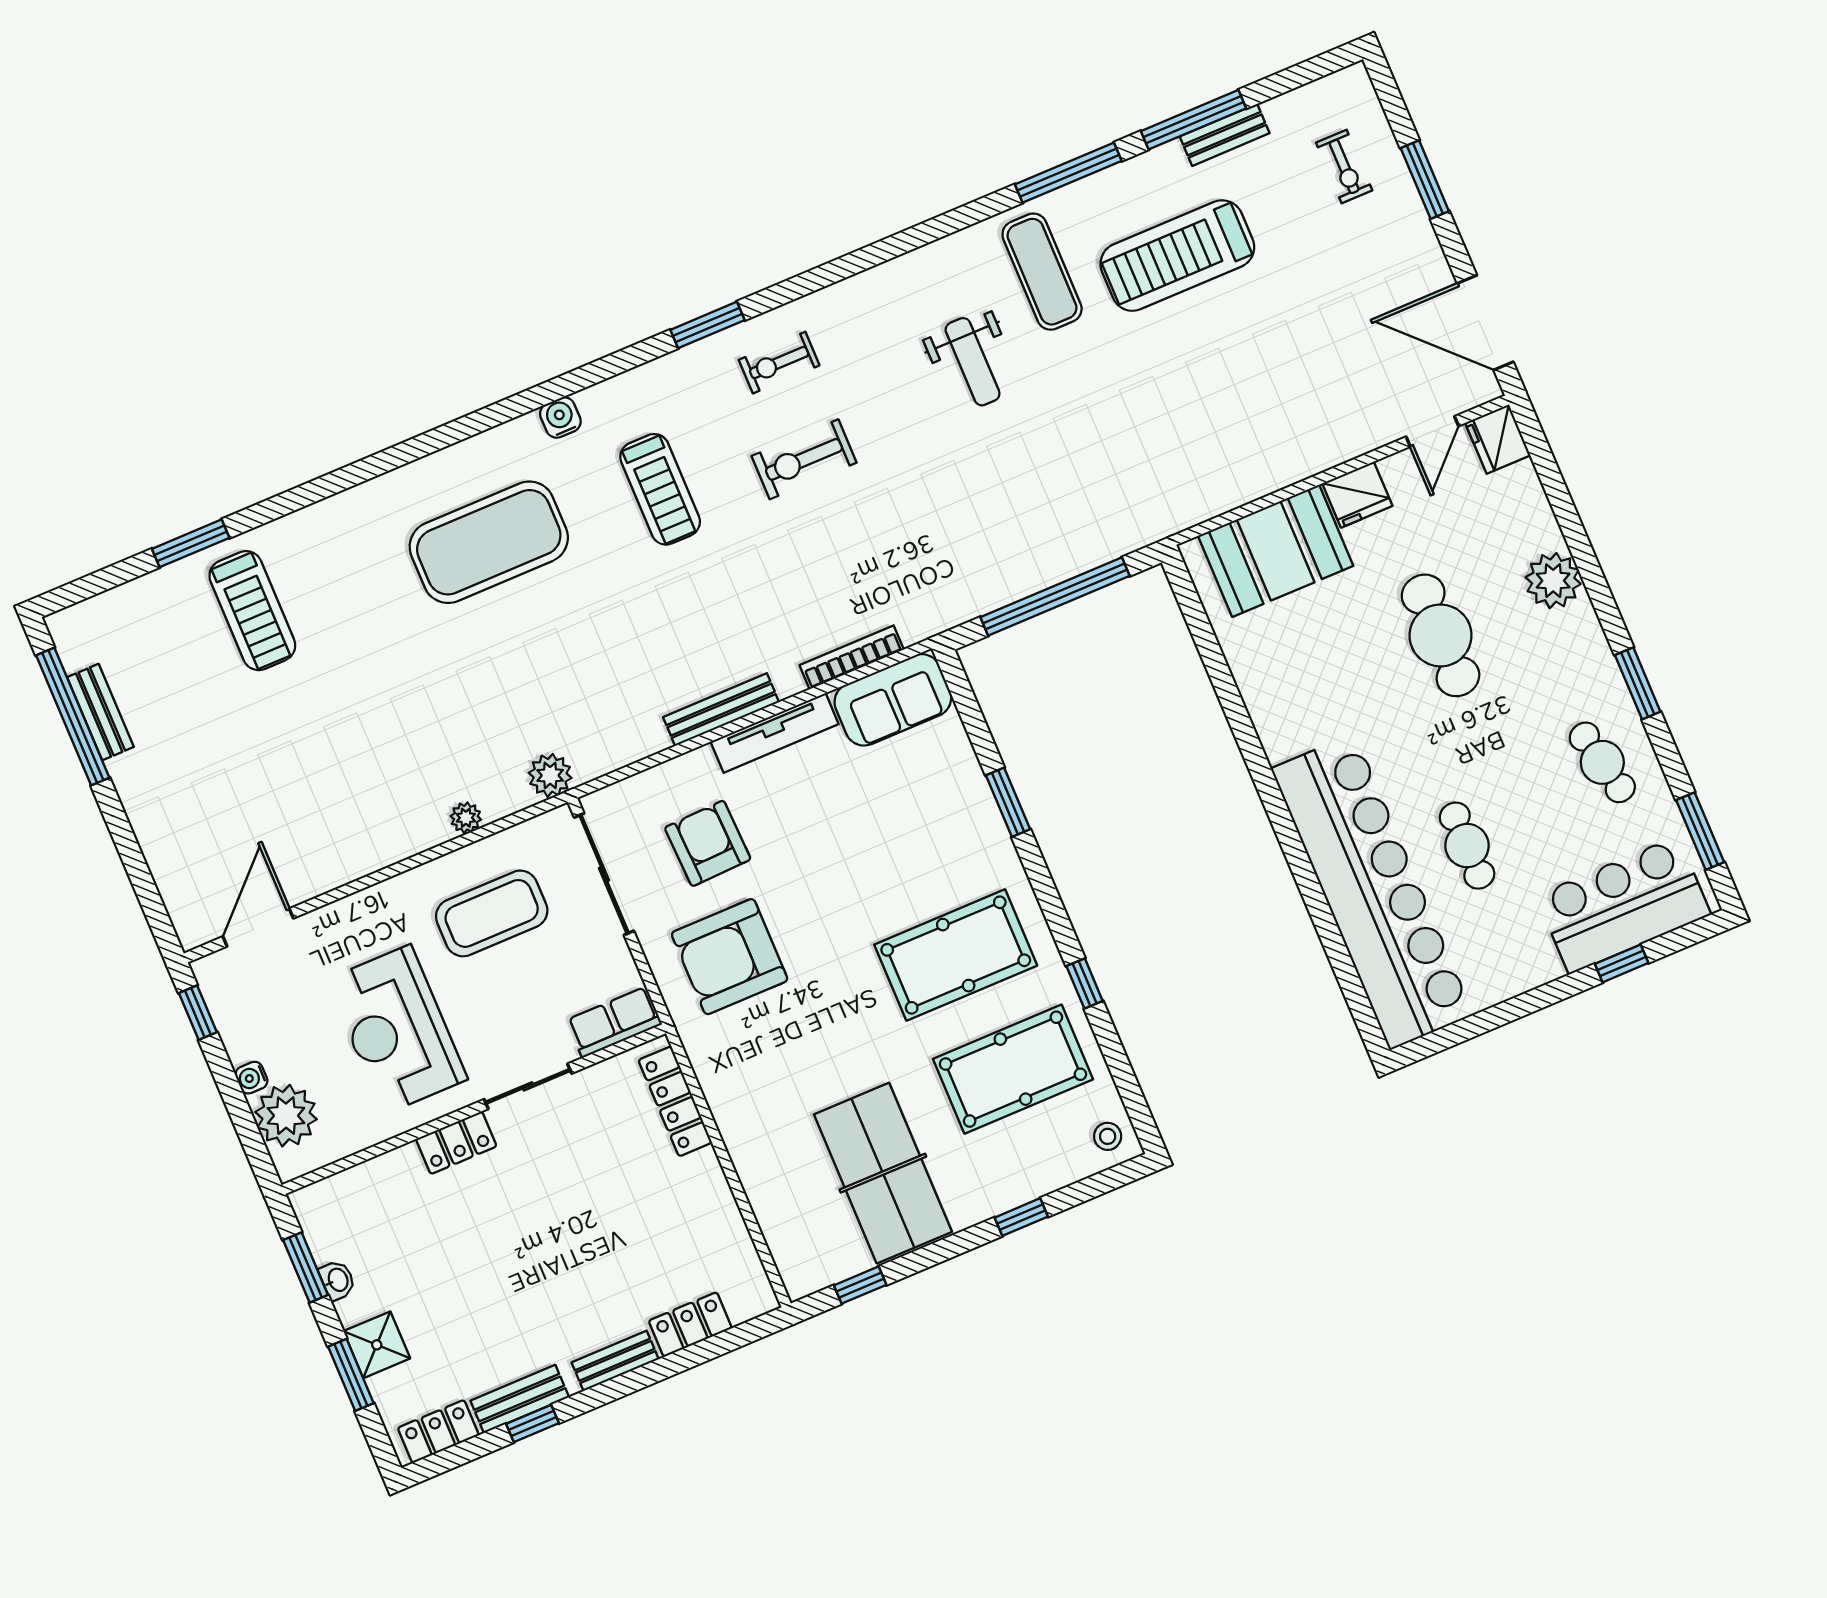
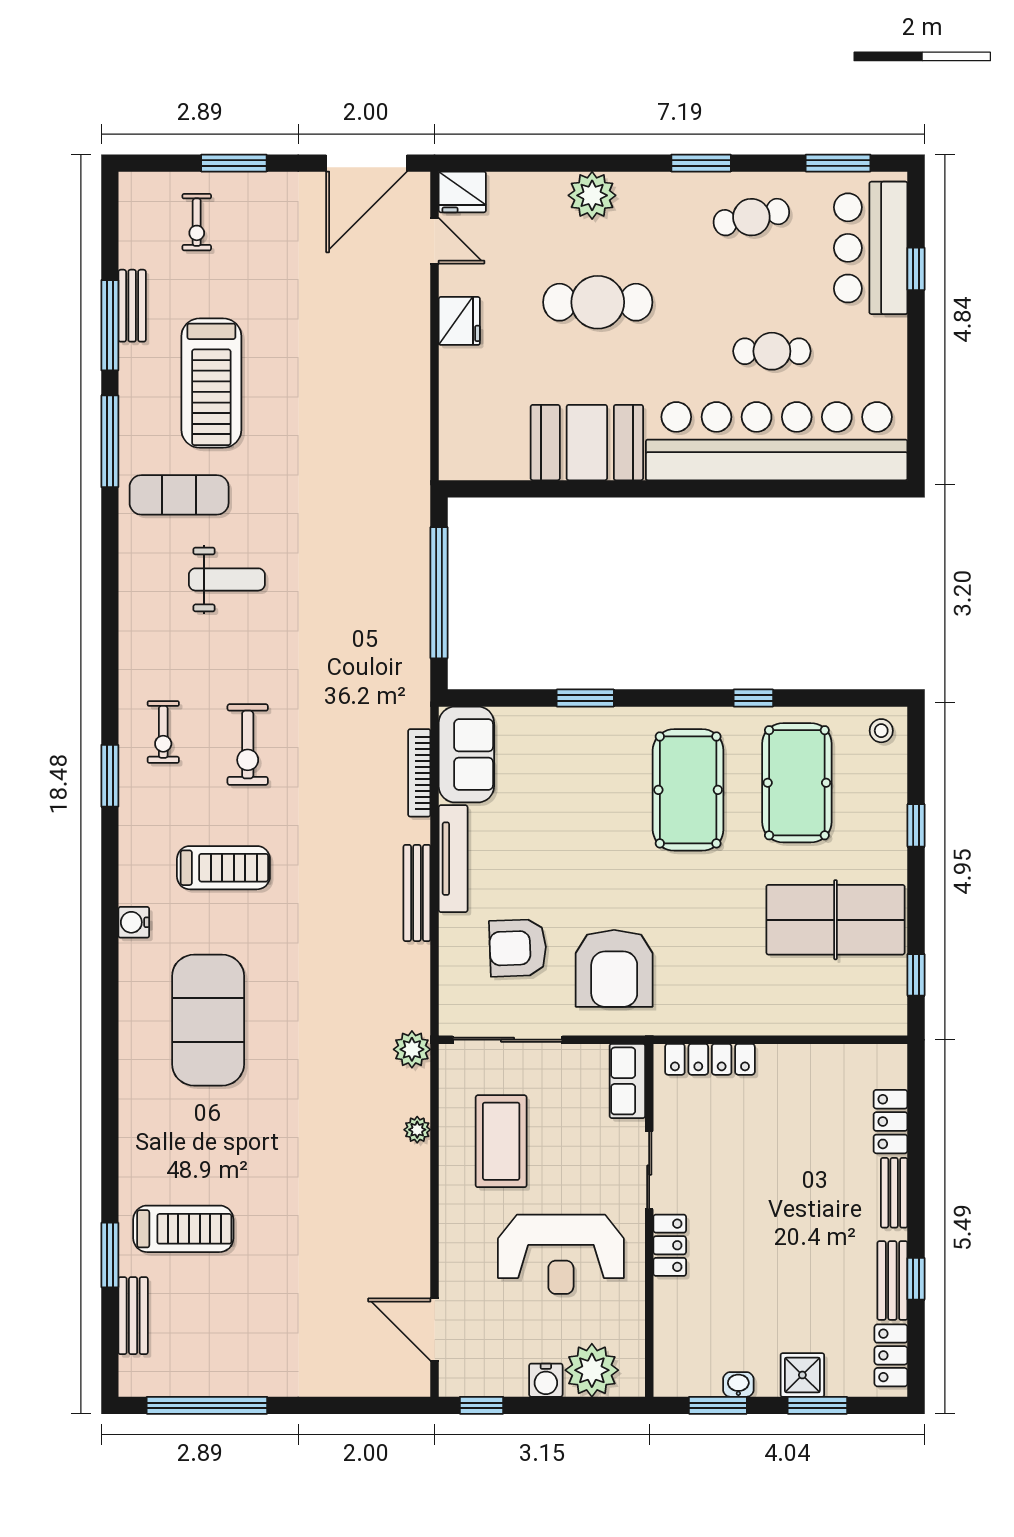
exercise bike: (1344, 166) -> (197, 222), turned 90
booth: (1276, 551) -> (587, 443), moved, turned 90
bench: (100, 712) -> (133, 1316), moved, turned 90
water cooler: (251, 1078) -> (546, 1380), width x1.38, depth x1.38

